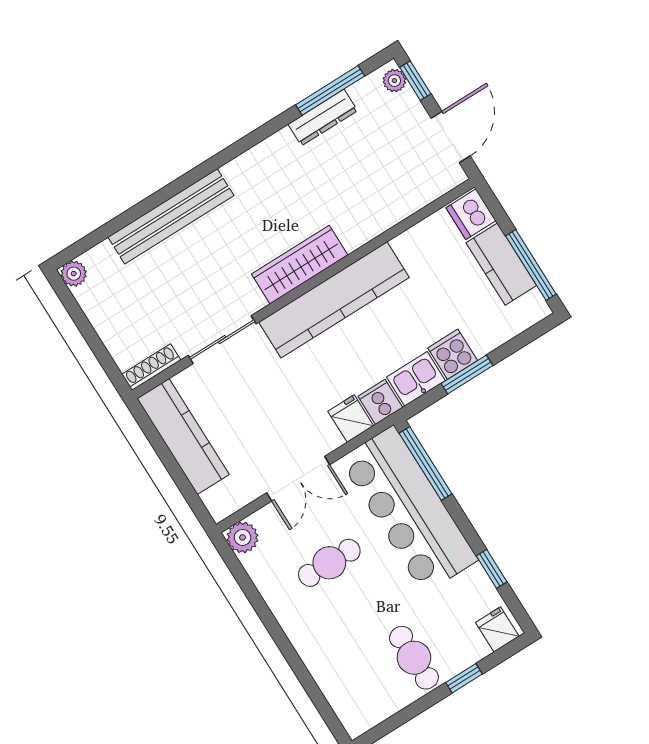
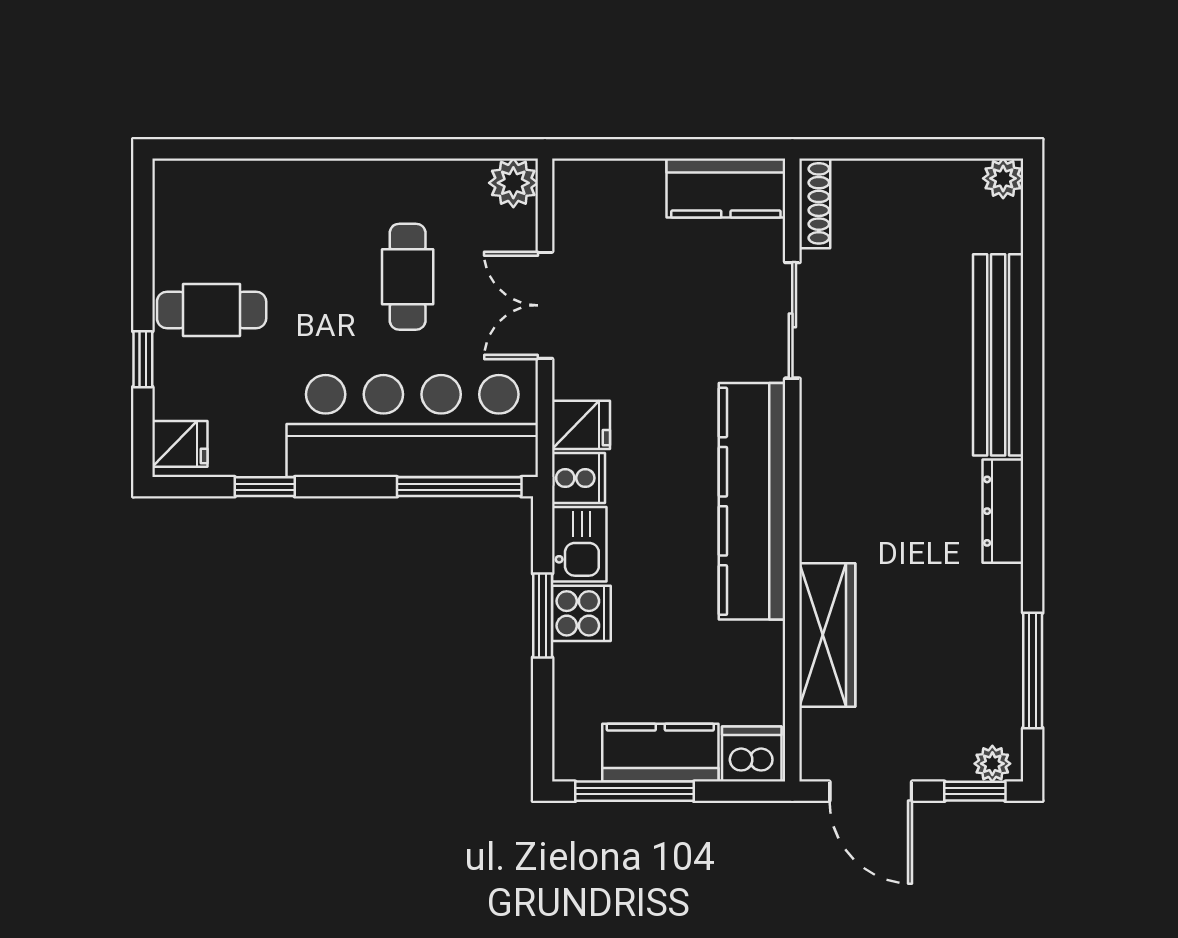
dresser: (323, 117) -> (1003, 511), moved
wardrobe: (300, 265) -> (827, 635), moved
kitchen counter: (183, 437) -> (726, 188), width x0.67

